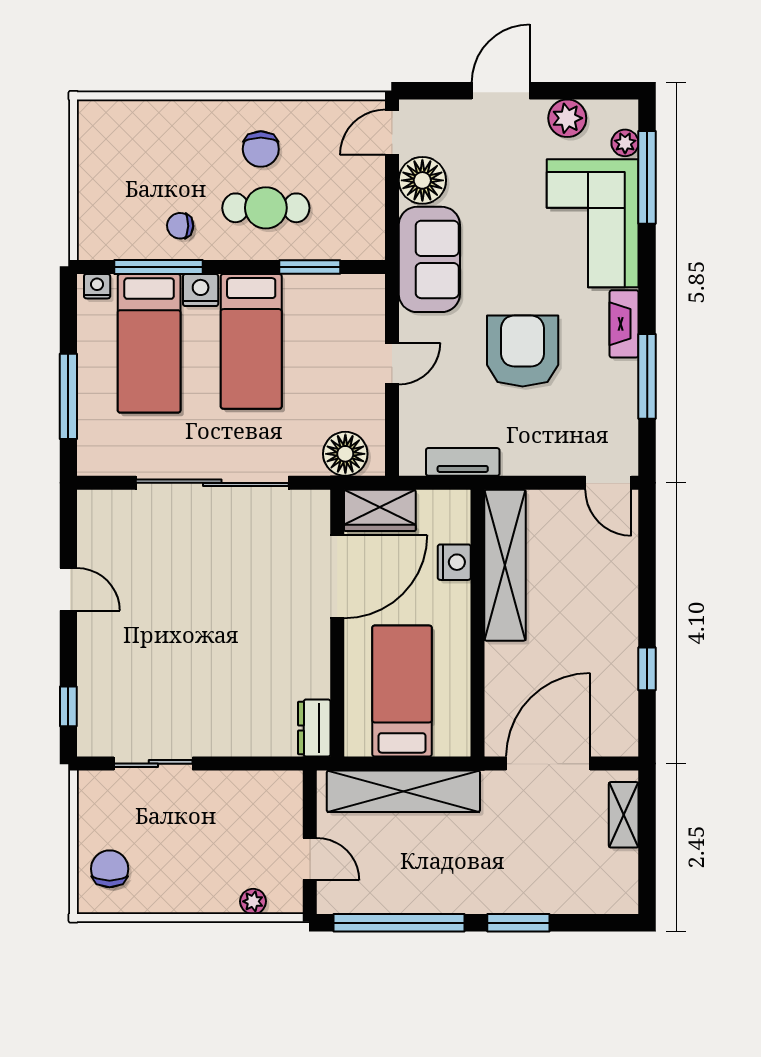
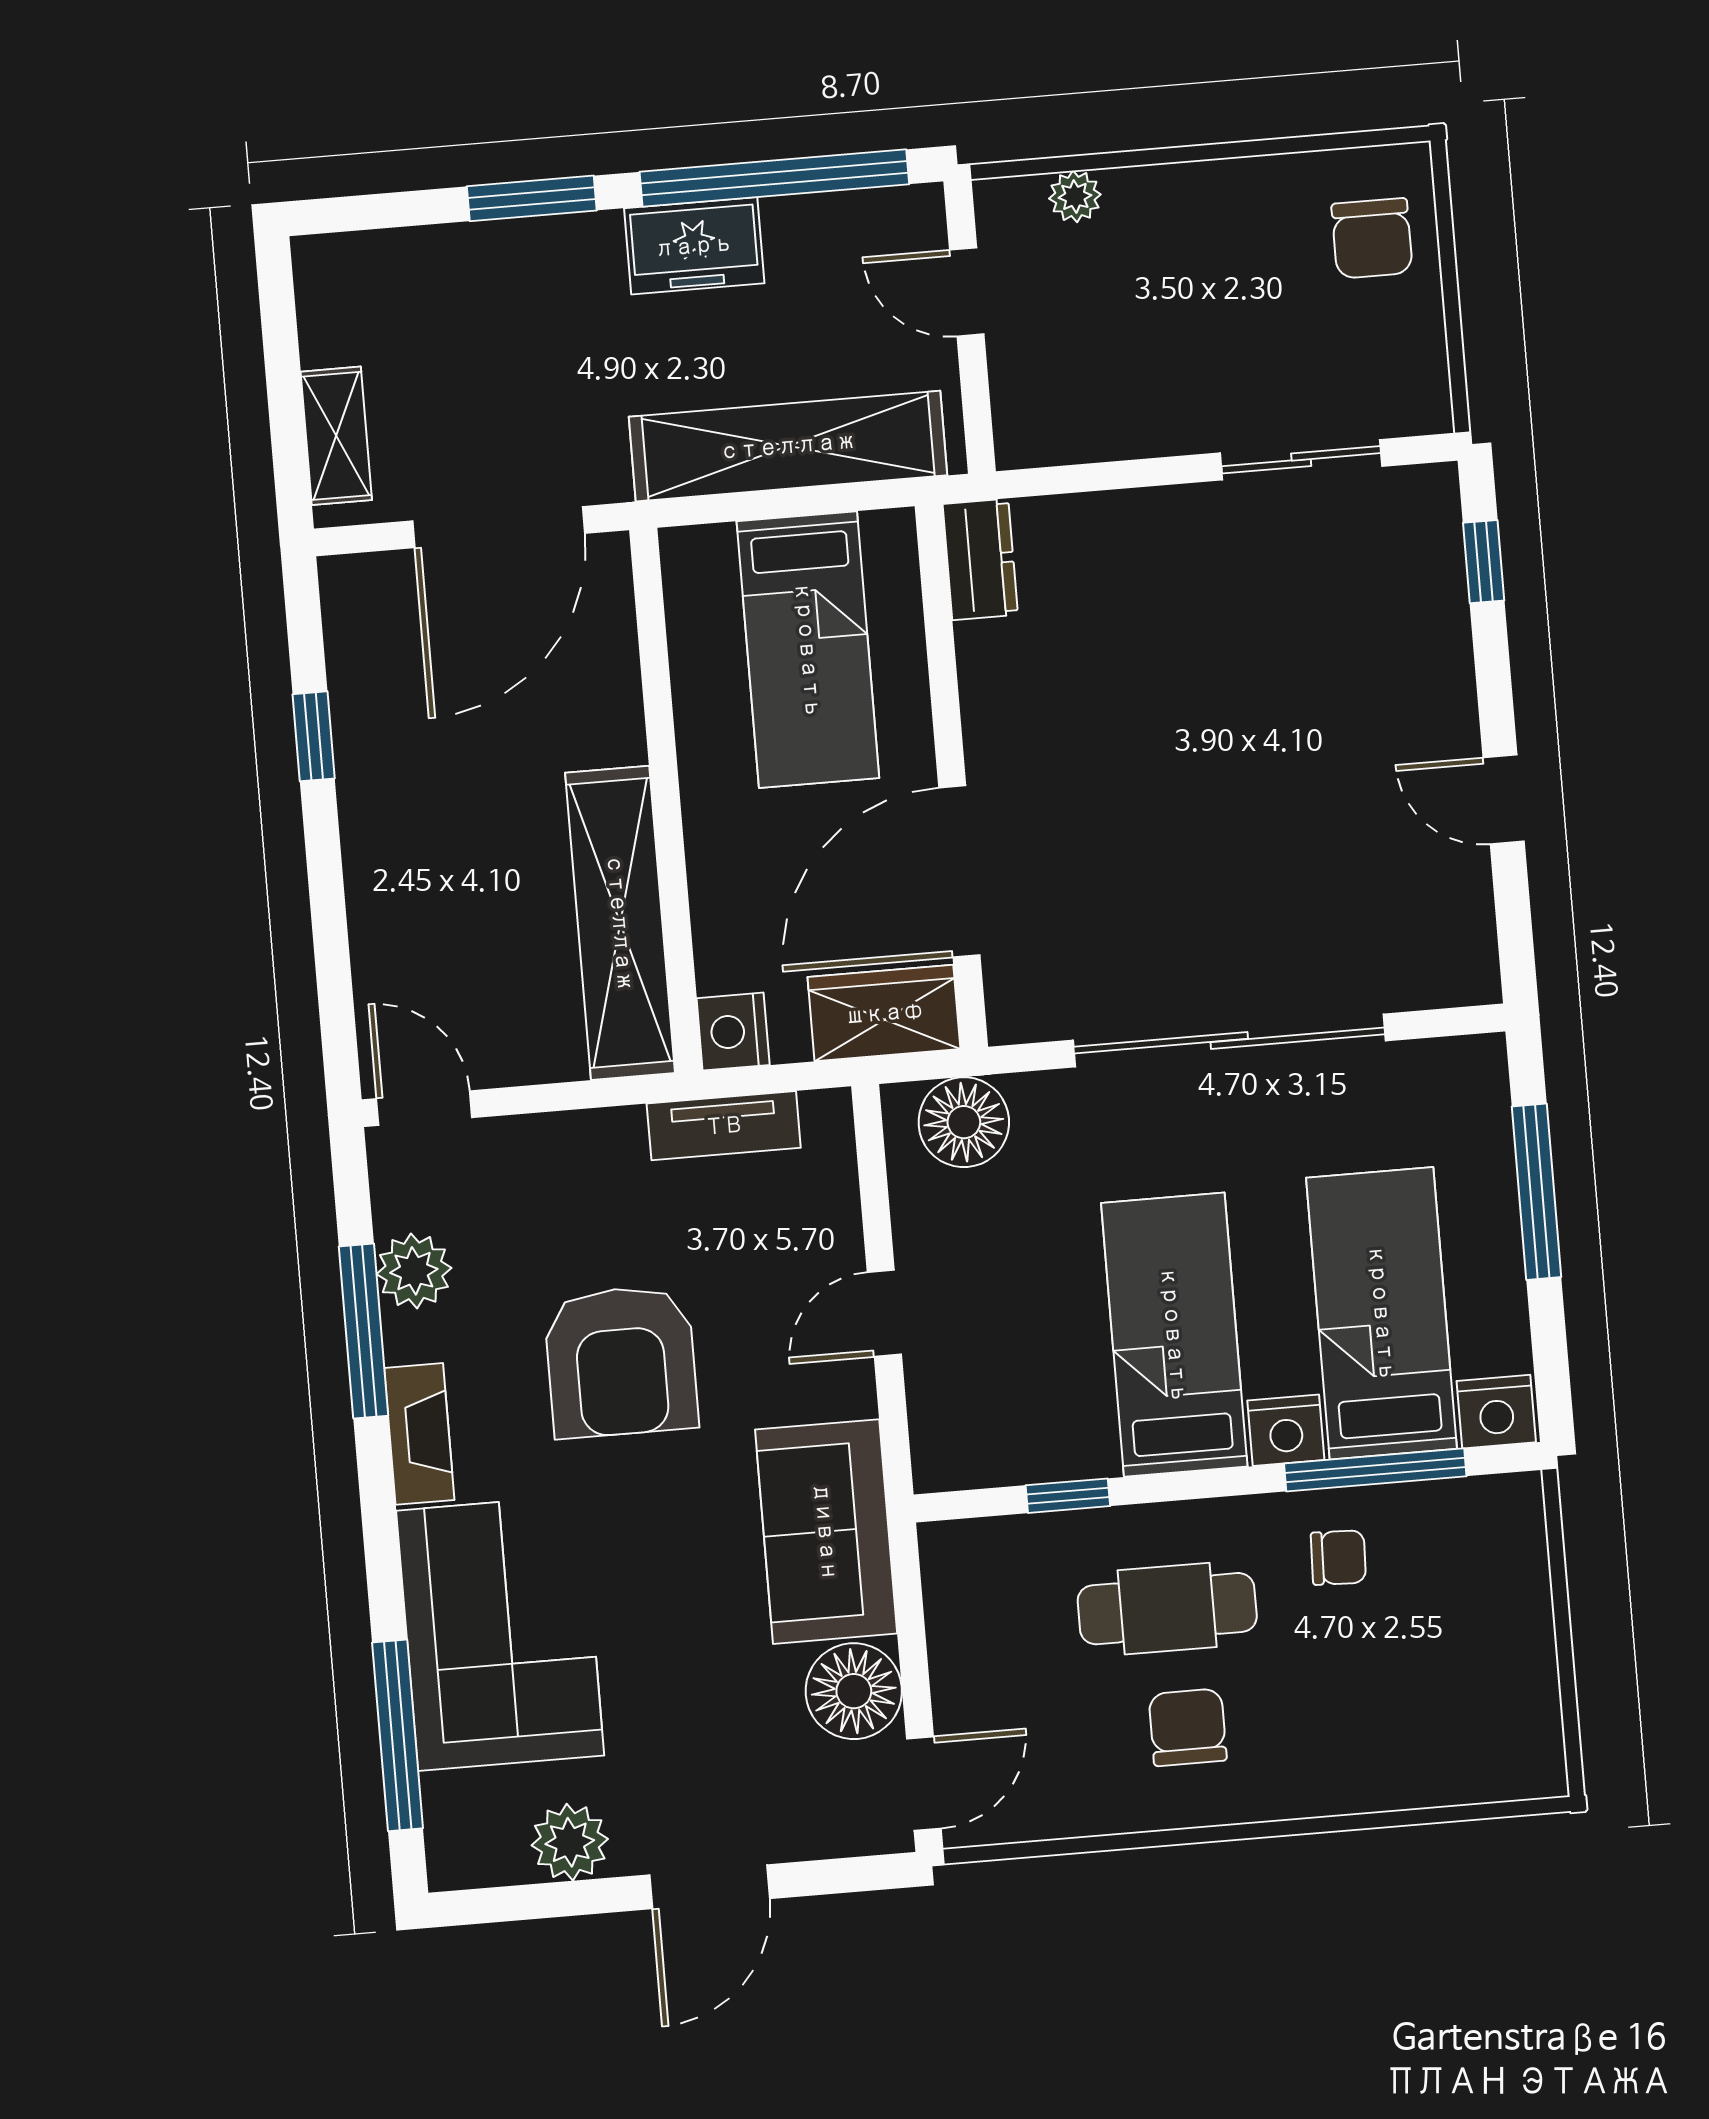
plant: (625, 143) -> (414, 1271), moved, width x1.38, depth x1.38
window: (310, 267) -> (1068, 1496), width x0.67
nightstand: (97, 286) -> (1496, 1412), width x1.39, depth x1.35
nightstand: (454, 562) -> (733, 1032), moved
freezer: (441, 893) -> (694, 246), added

